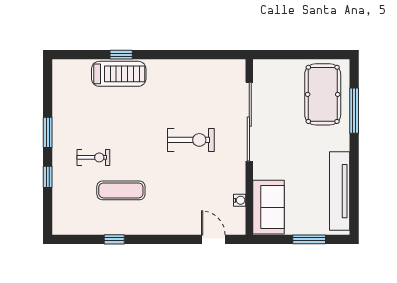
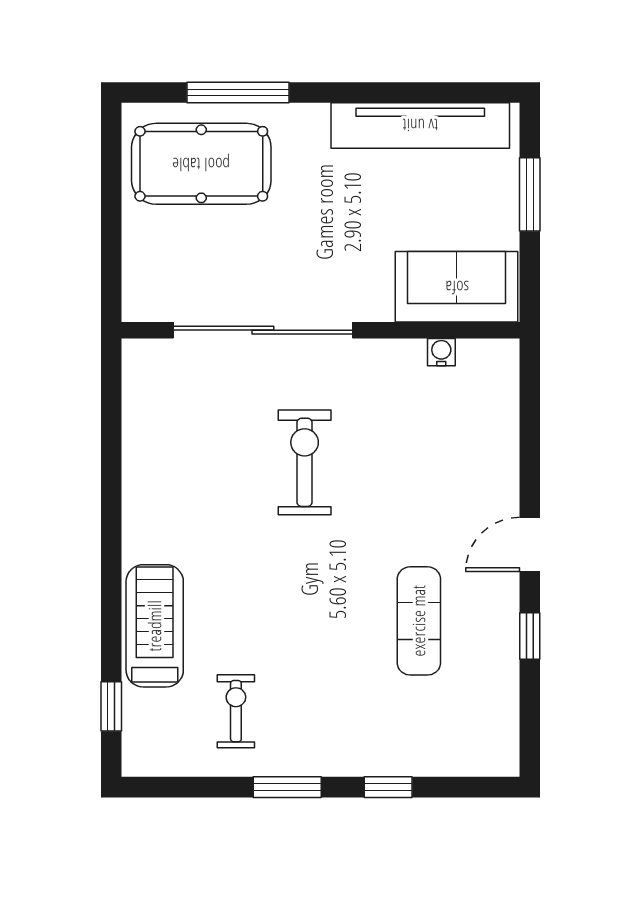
window: (121, 55) -> (111, 706), moved
exercise bike: (93, 157) -> (236, 711), moved
door: (213, 239) -> (530, 544), moved

